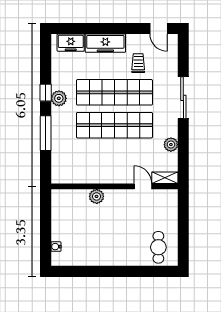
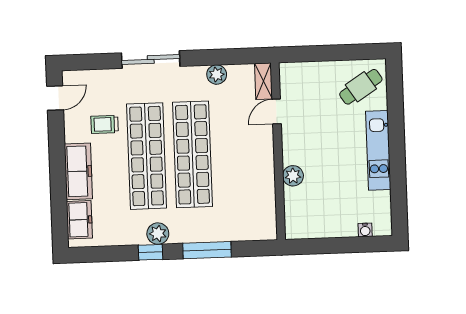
cafe table: (158, 247) -> (361, 87), turned -33
kitchen unit: (112, 258) -> (378, 150), added

